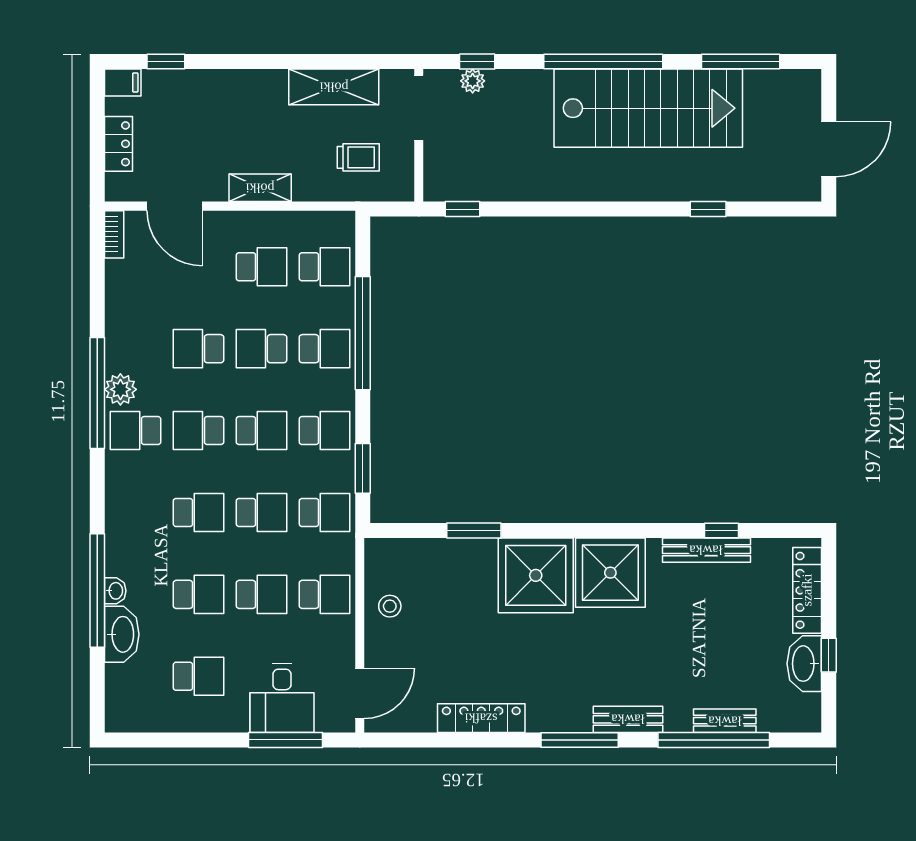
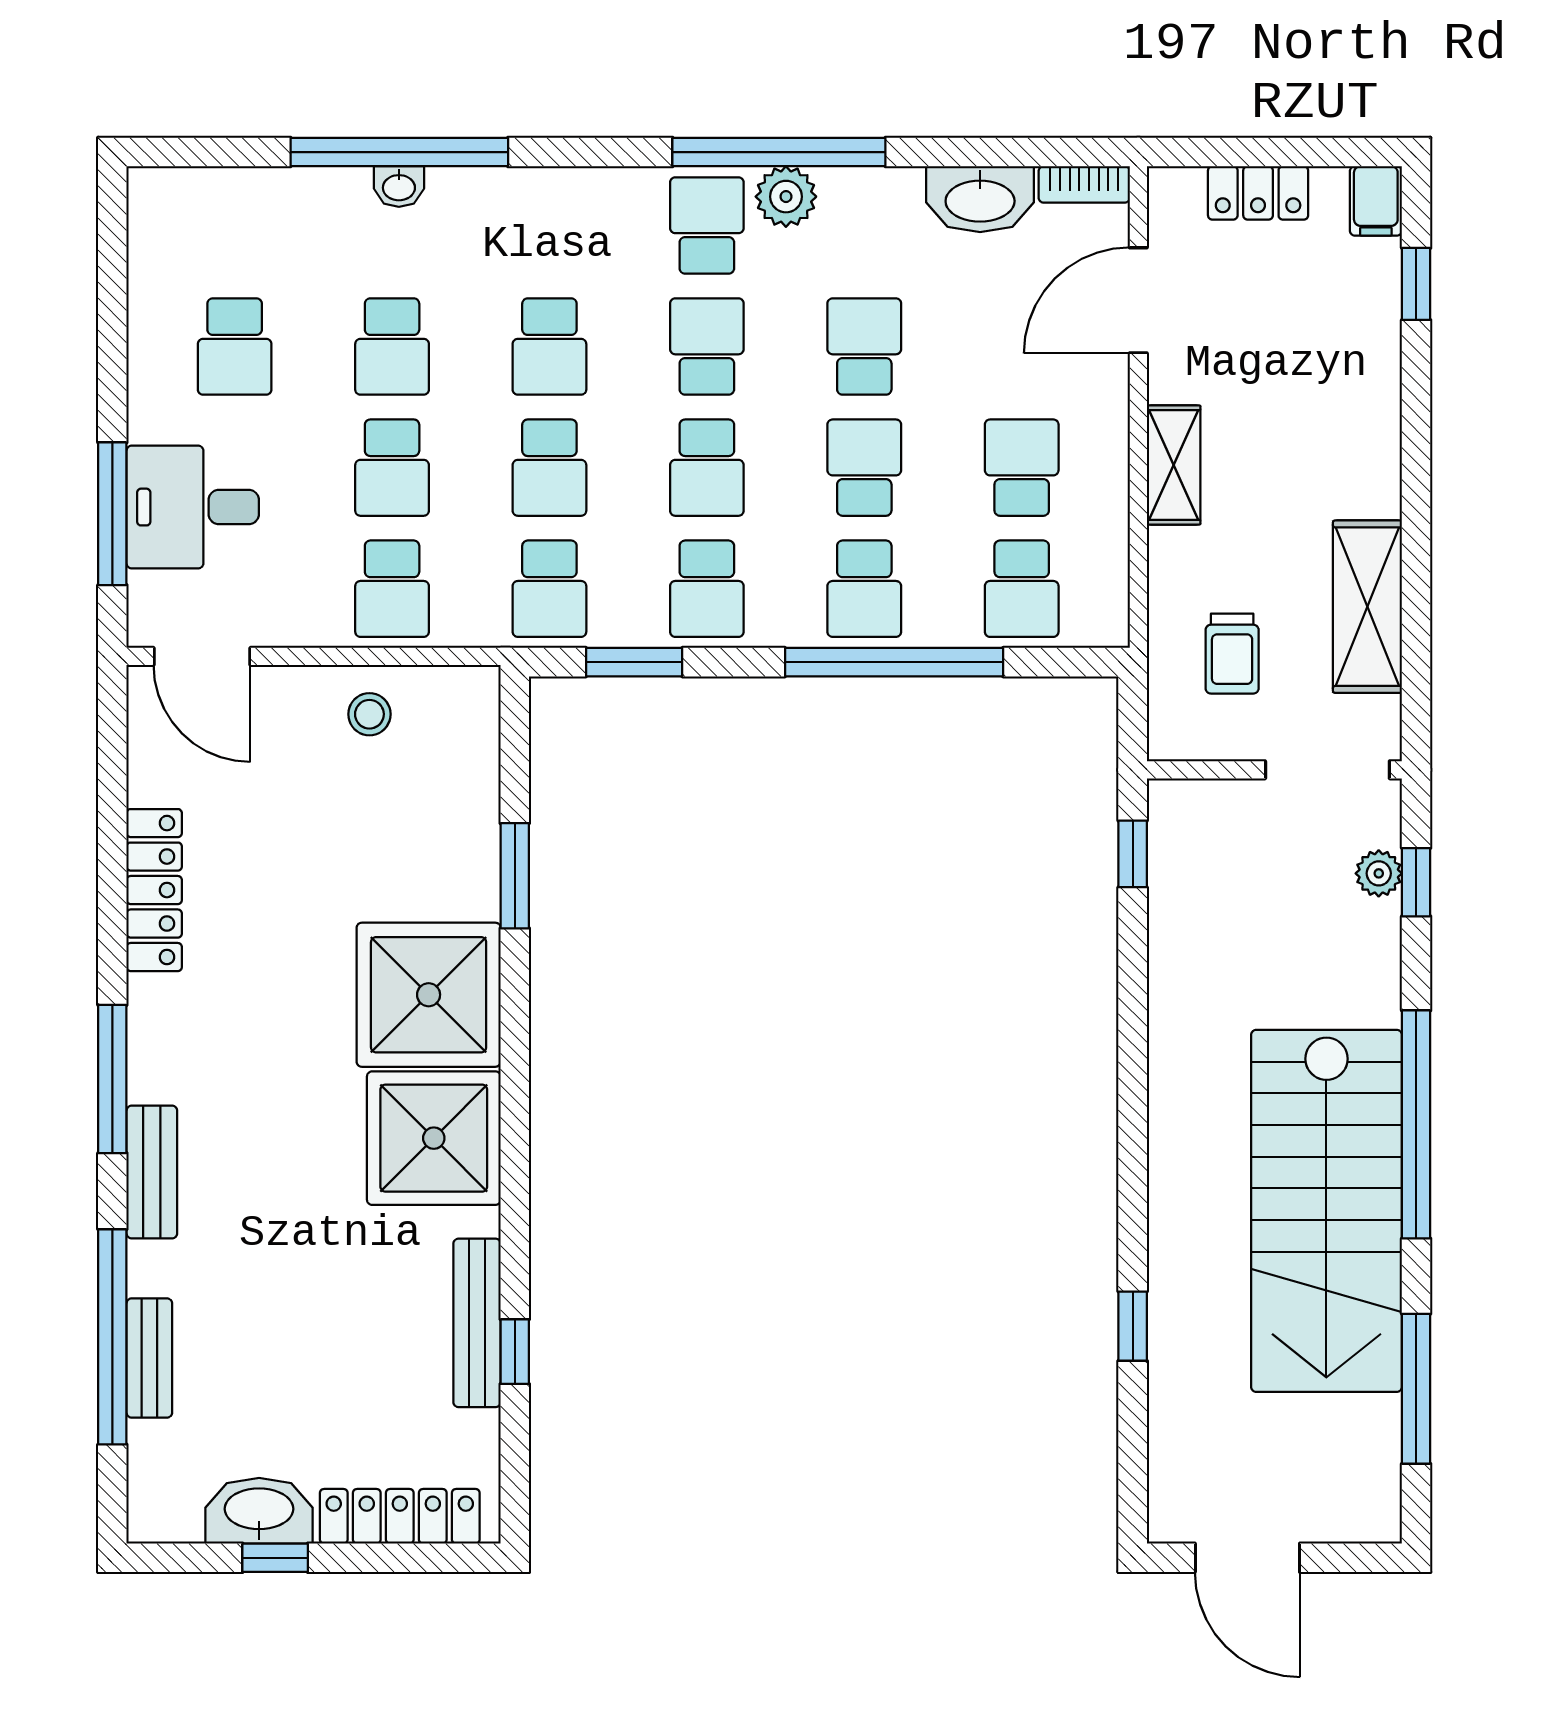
school desk: (261, 267) -> (1022, 468), turned 180
washbasin: (122, 634) -> (980, 199), moved

